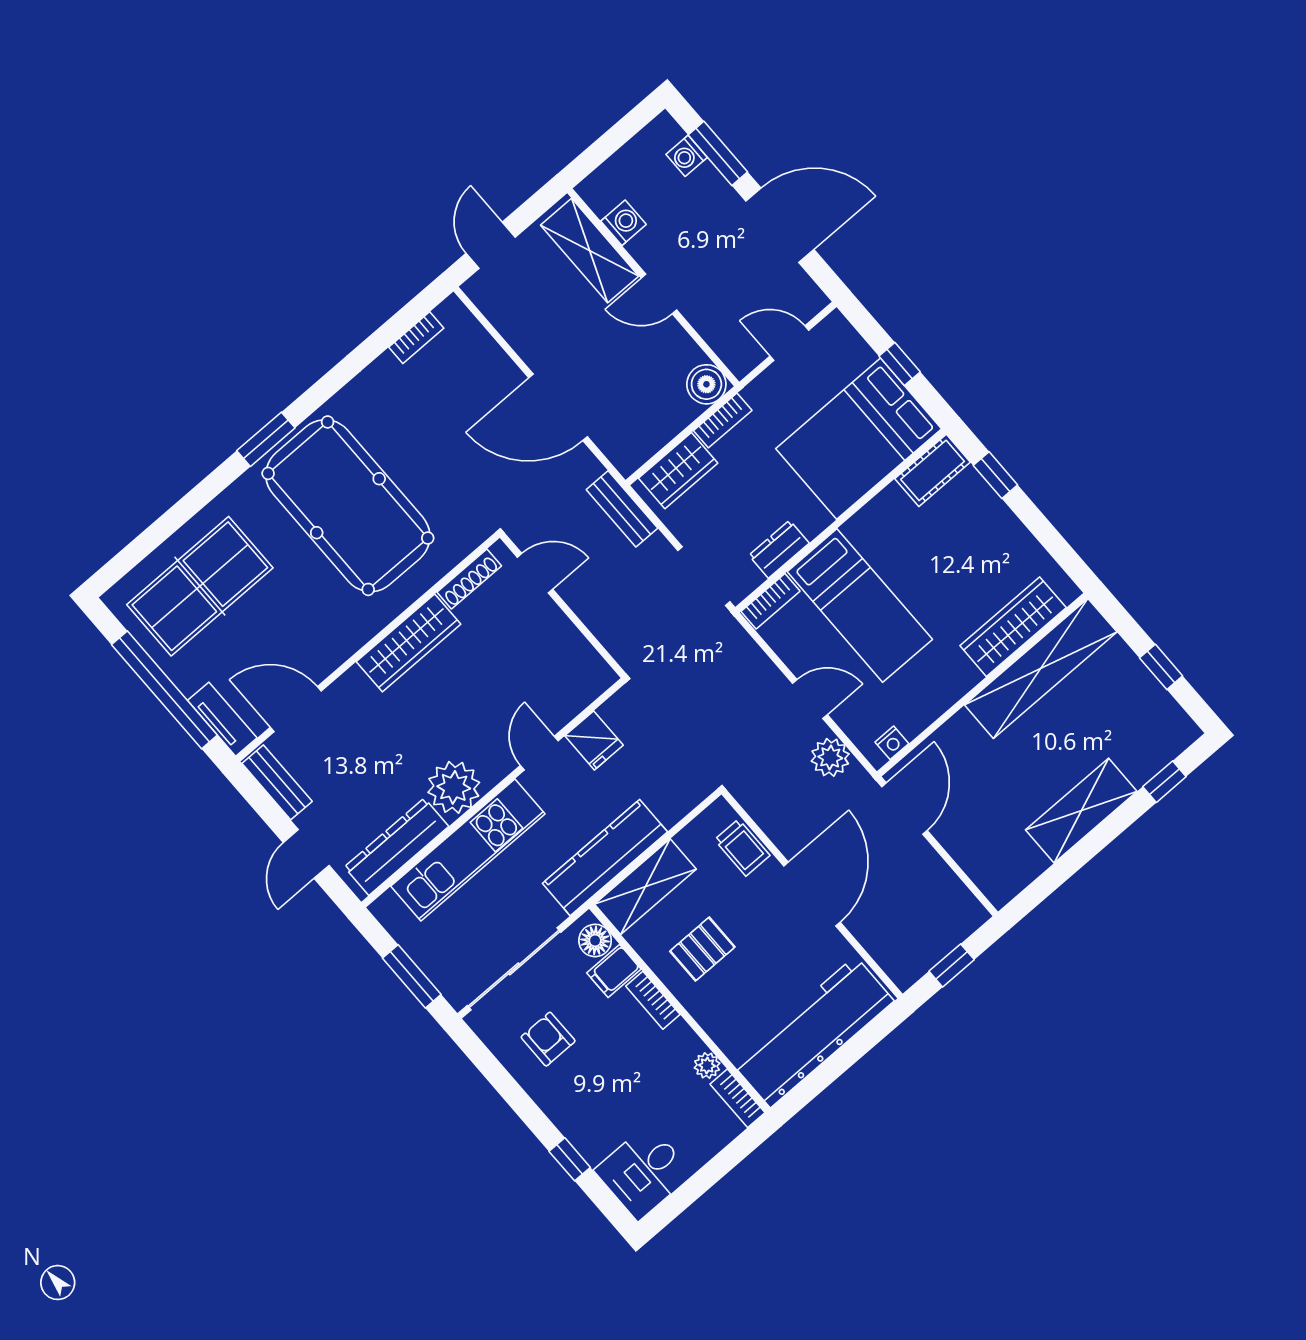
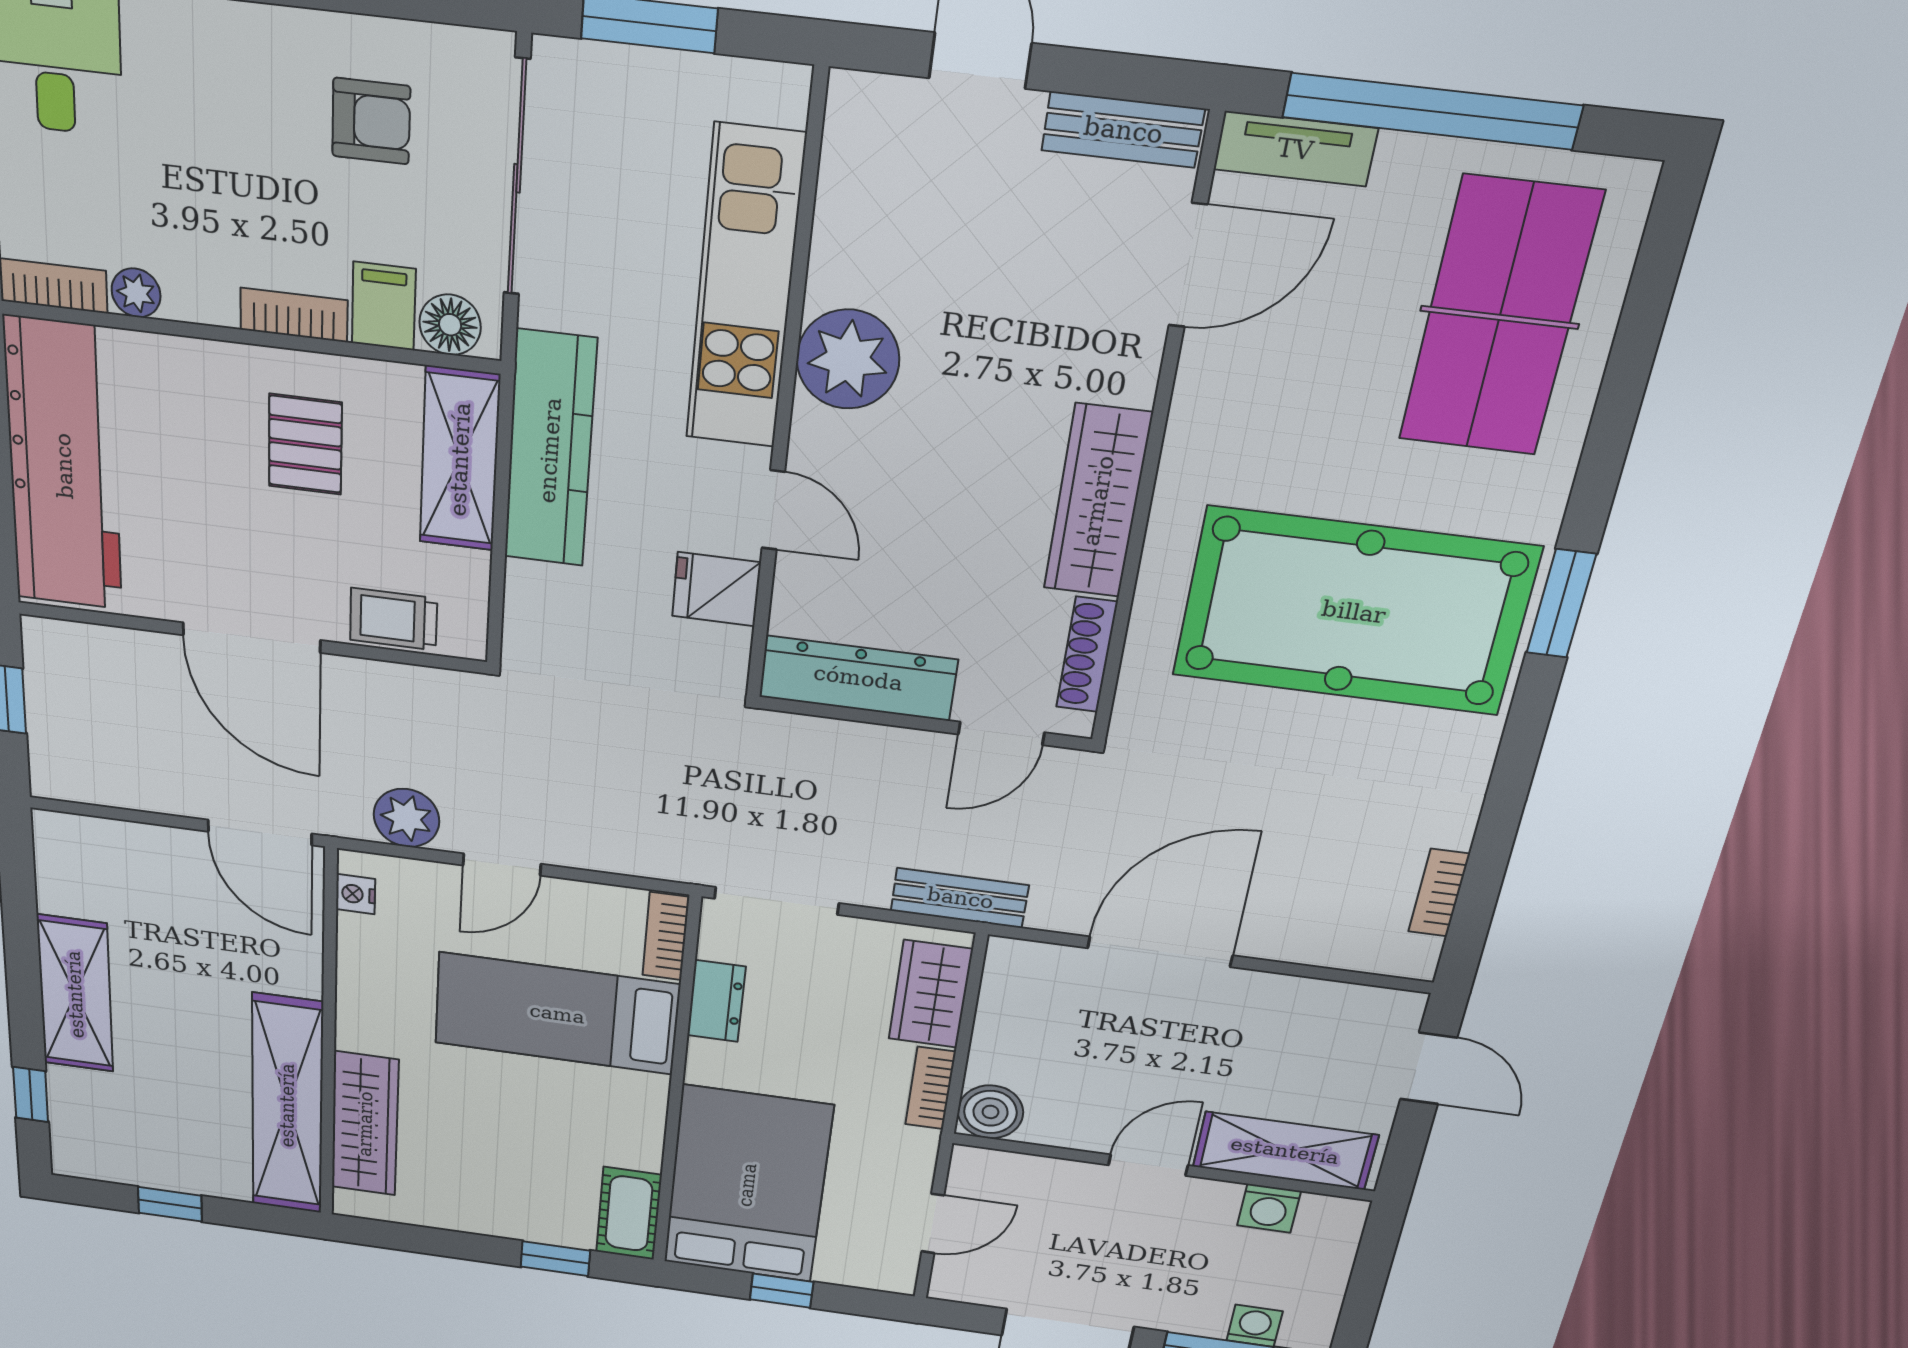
dresser: (397, 847) -> (858, 678), moved, turned -90

